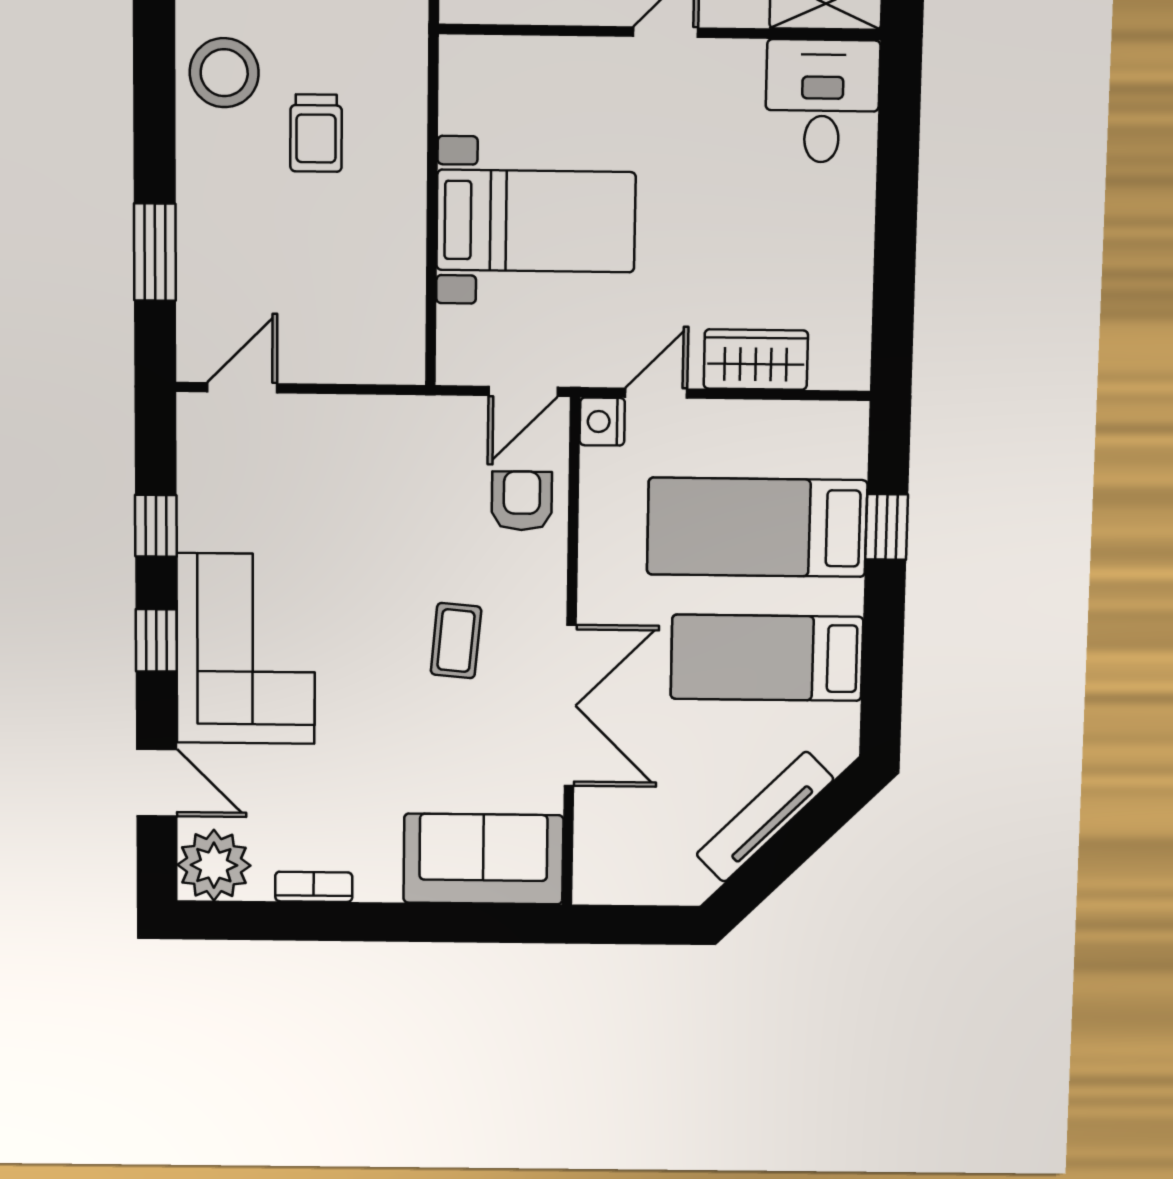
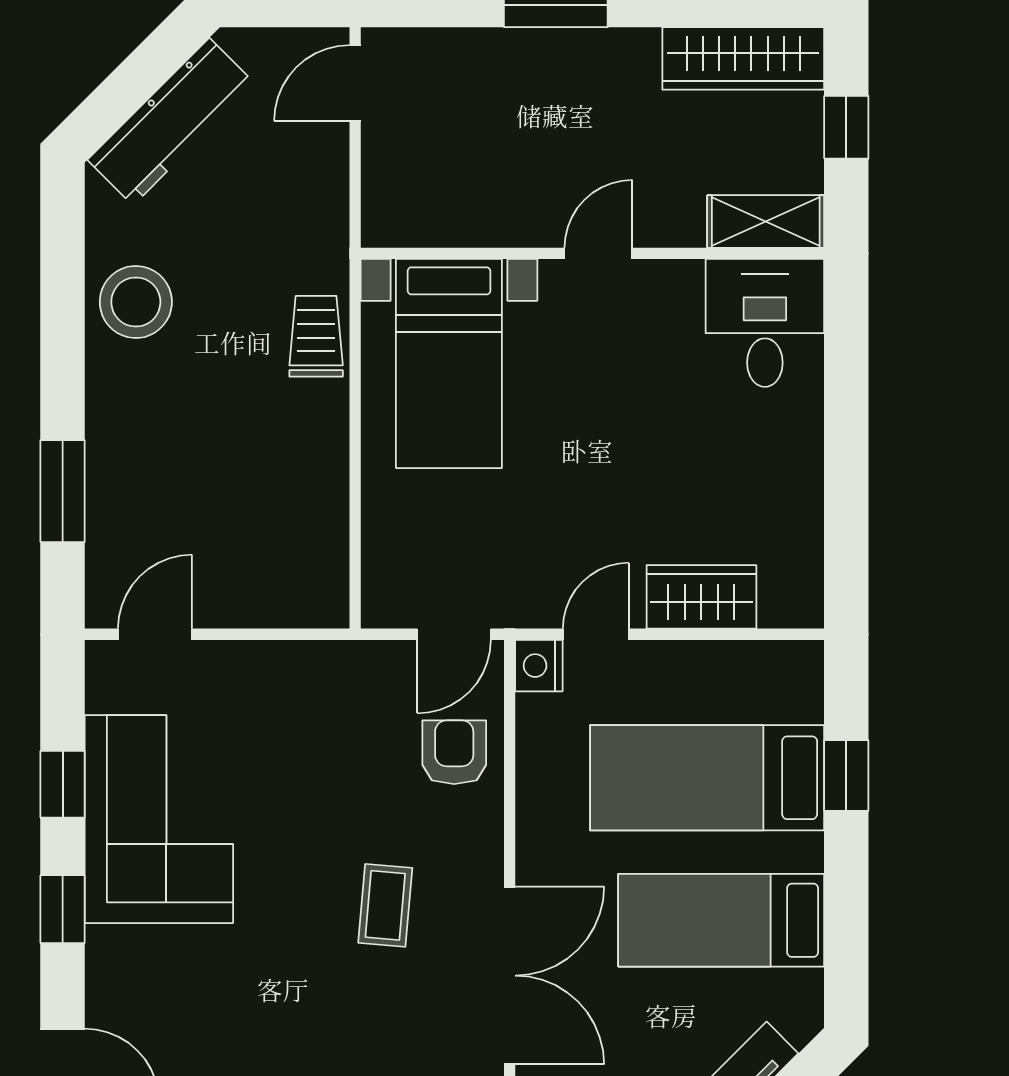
trolley: (316, 133) -> (316, 336), moved, turned 180
bed with nightstands: (536, 221) -> (449, 363), moved, turned 90
corner sofa: (246, 649) -> (159, 819), moved

